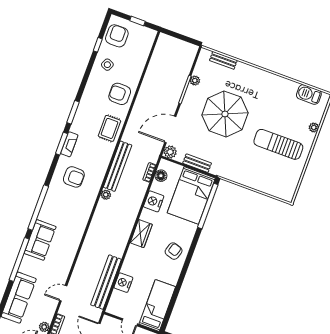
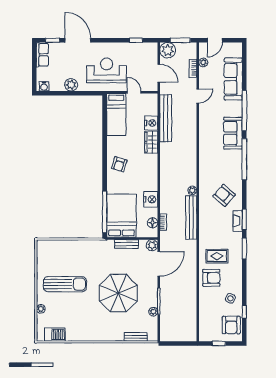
rug: (109, 128) -> (217, 256), moved, turned 90
armchair: (74, 177) -> (224, 195), turned 41
wardrobe: (141, 234) -> (151, 142), moved

